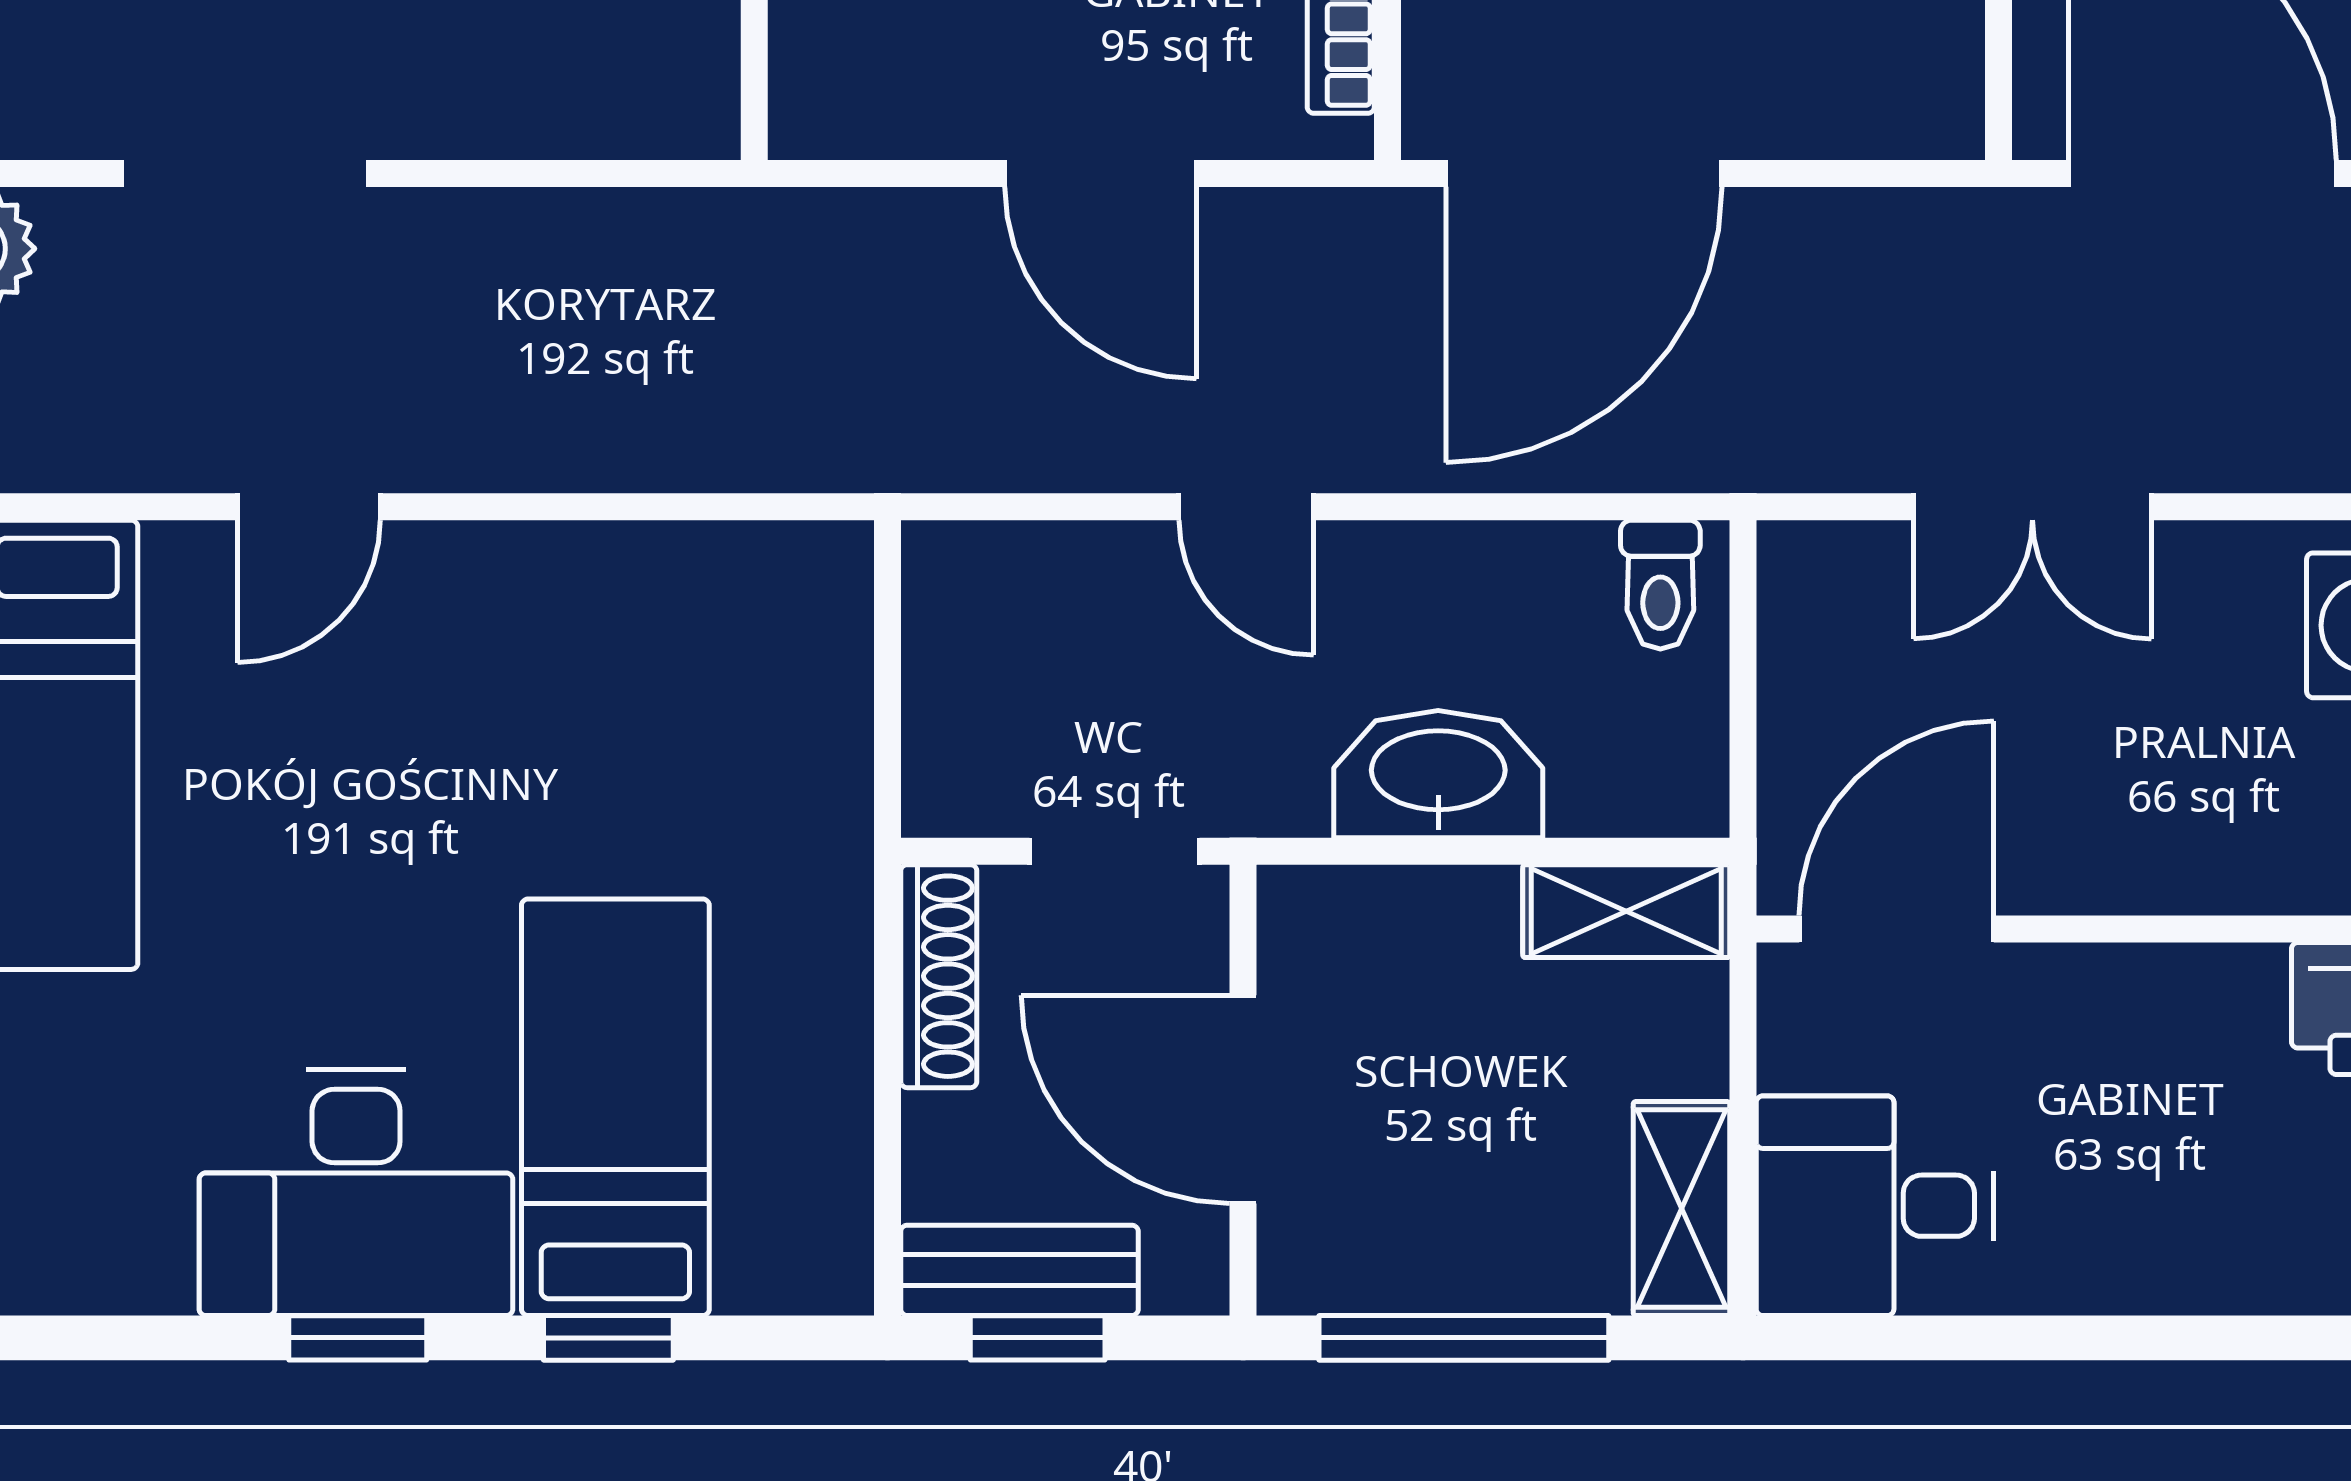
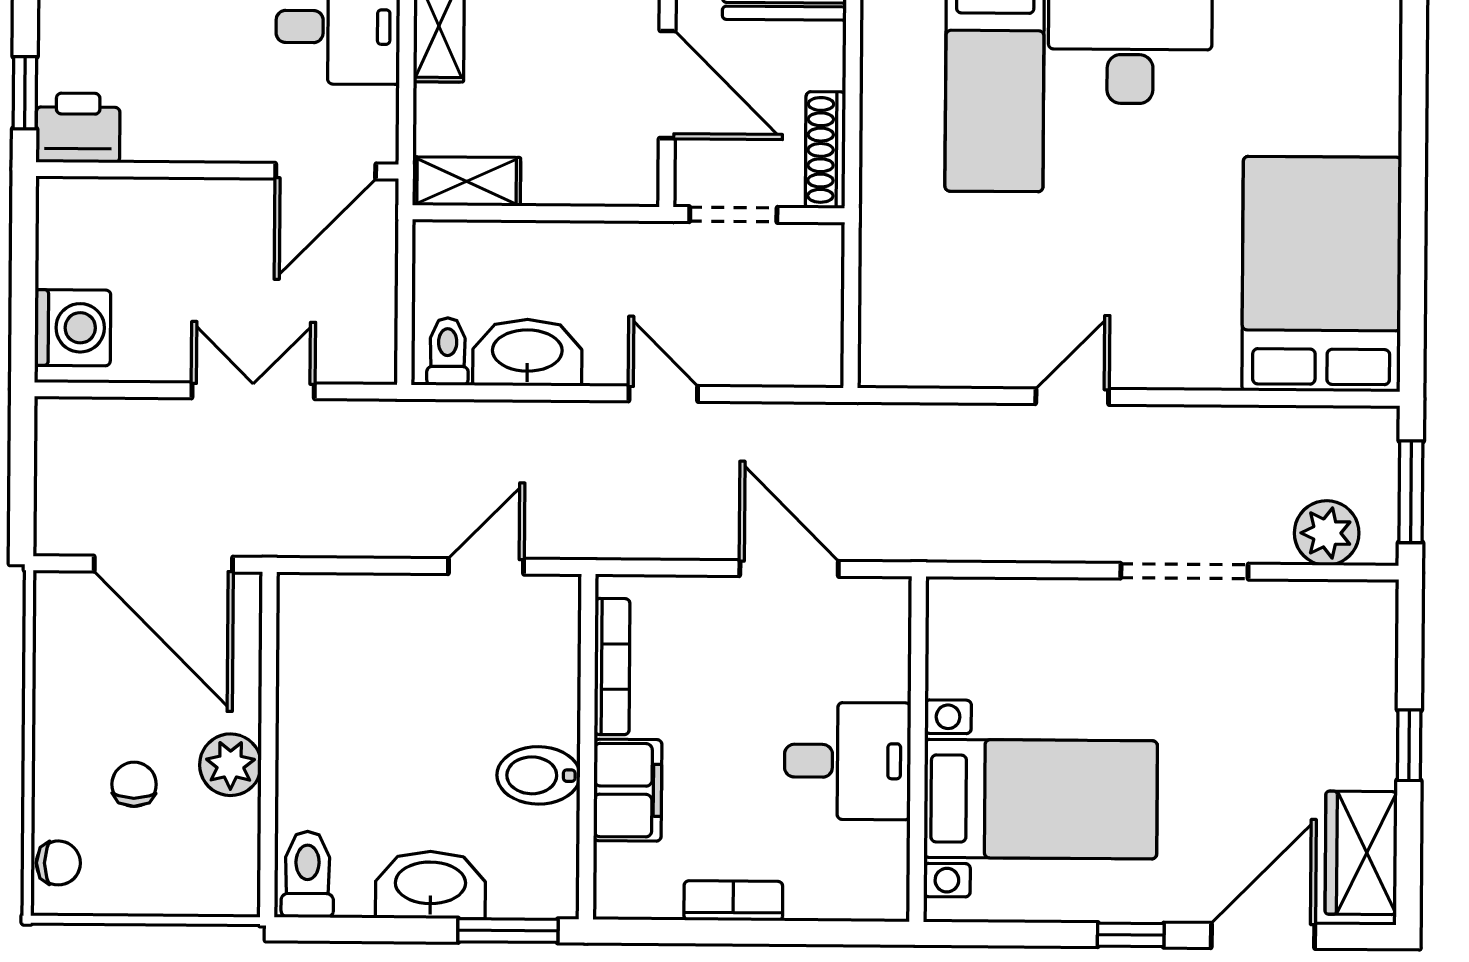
door: (1101, 173) -> (789, 568), moved
door: (1584, 173) -> (486, 566), width x0.53
door: (309, 507) -> (1072, 397), moved
washbasin: (1438, 774) -> (527, 353), moved, turned 180

